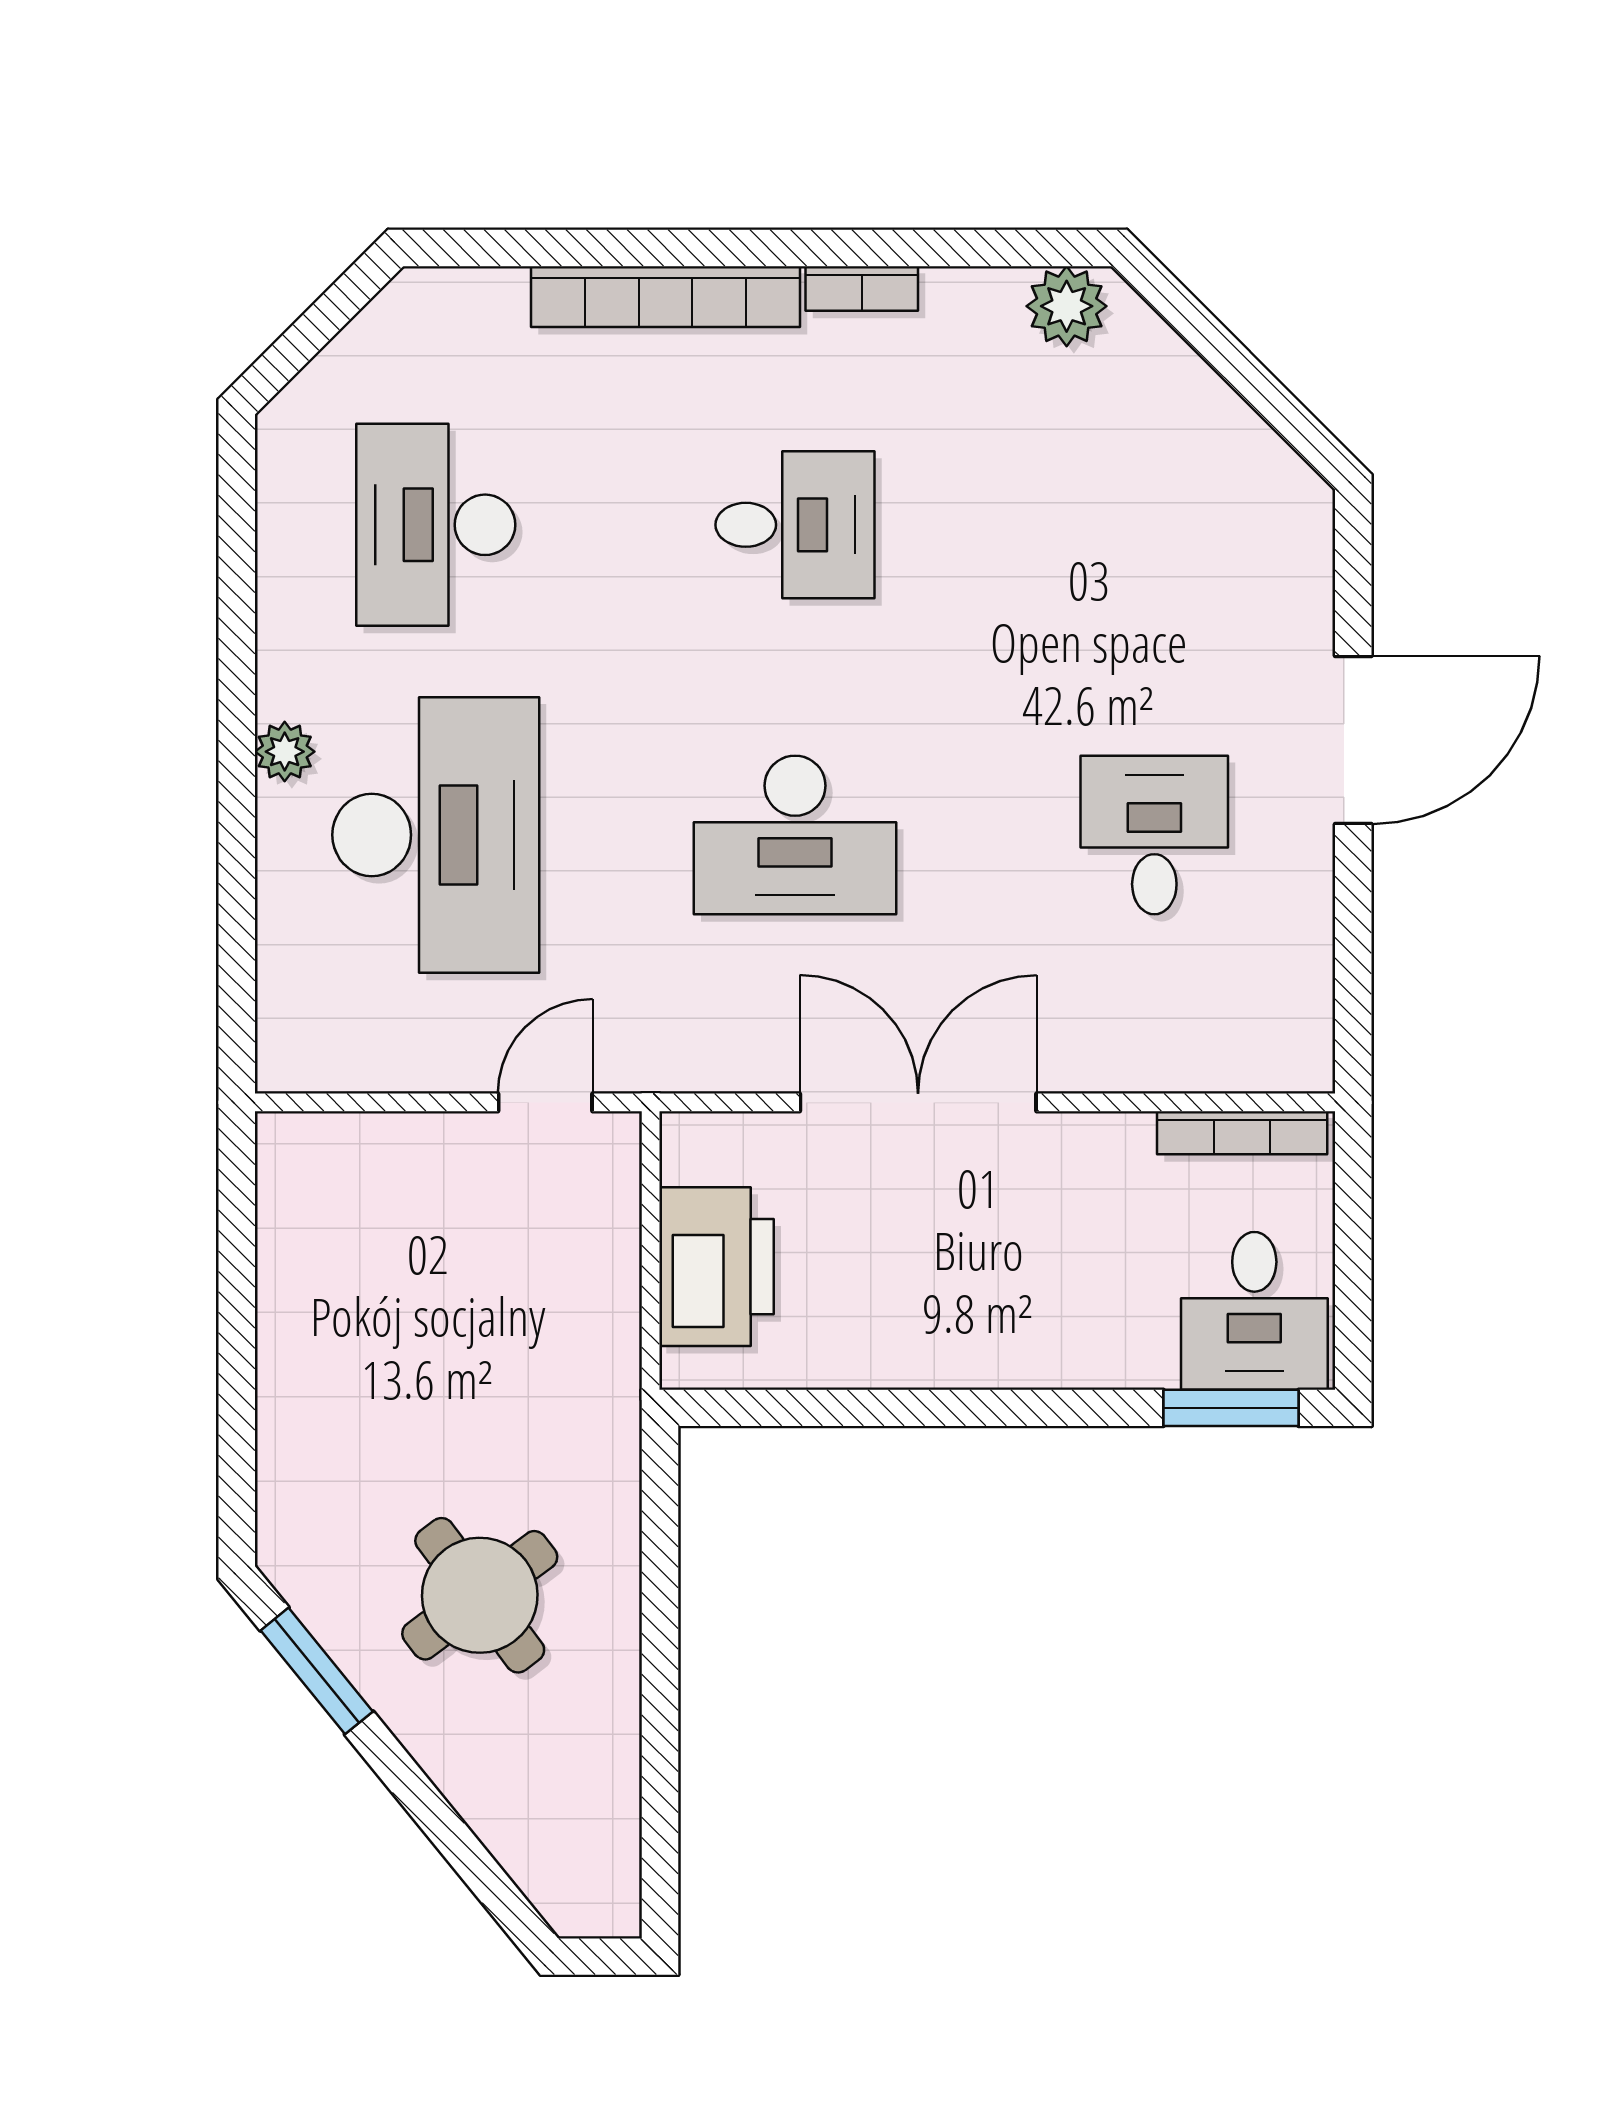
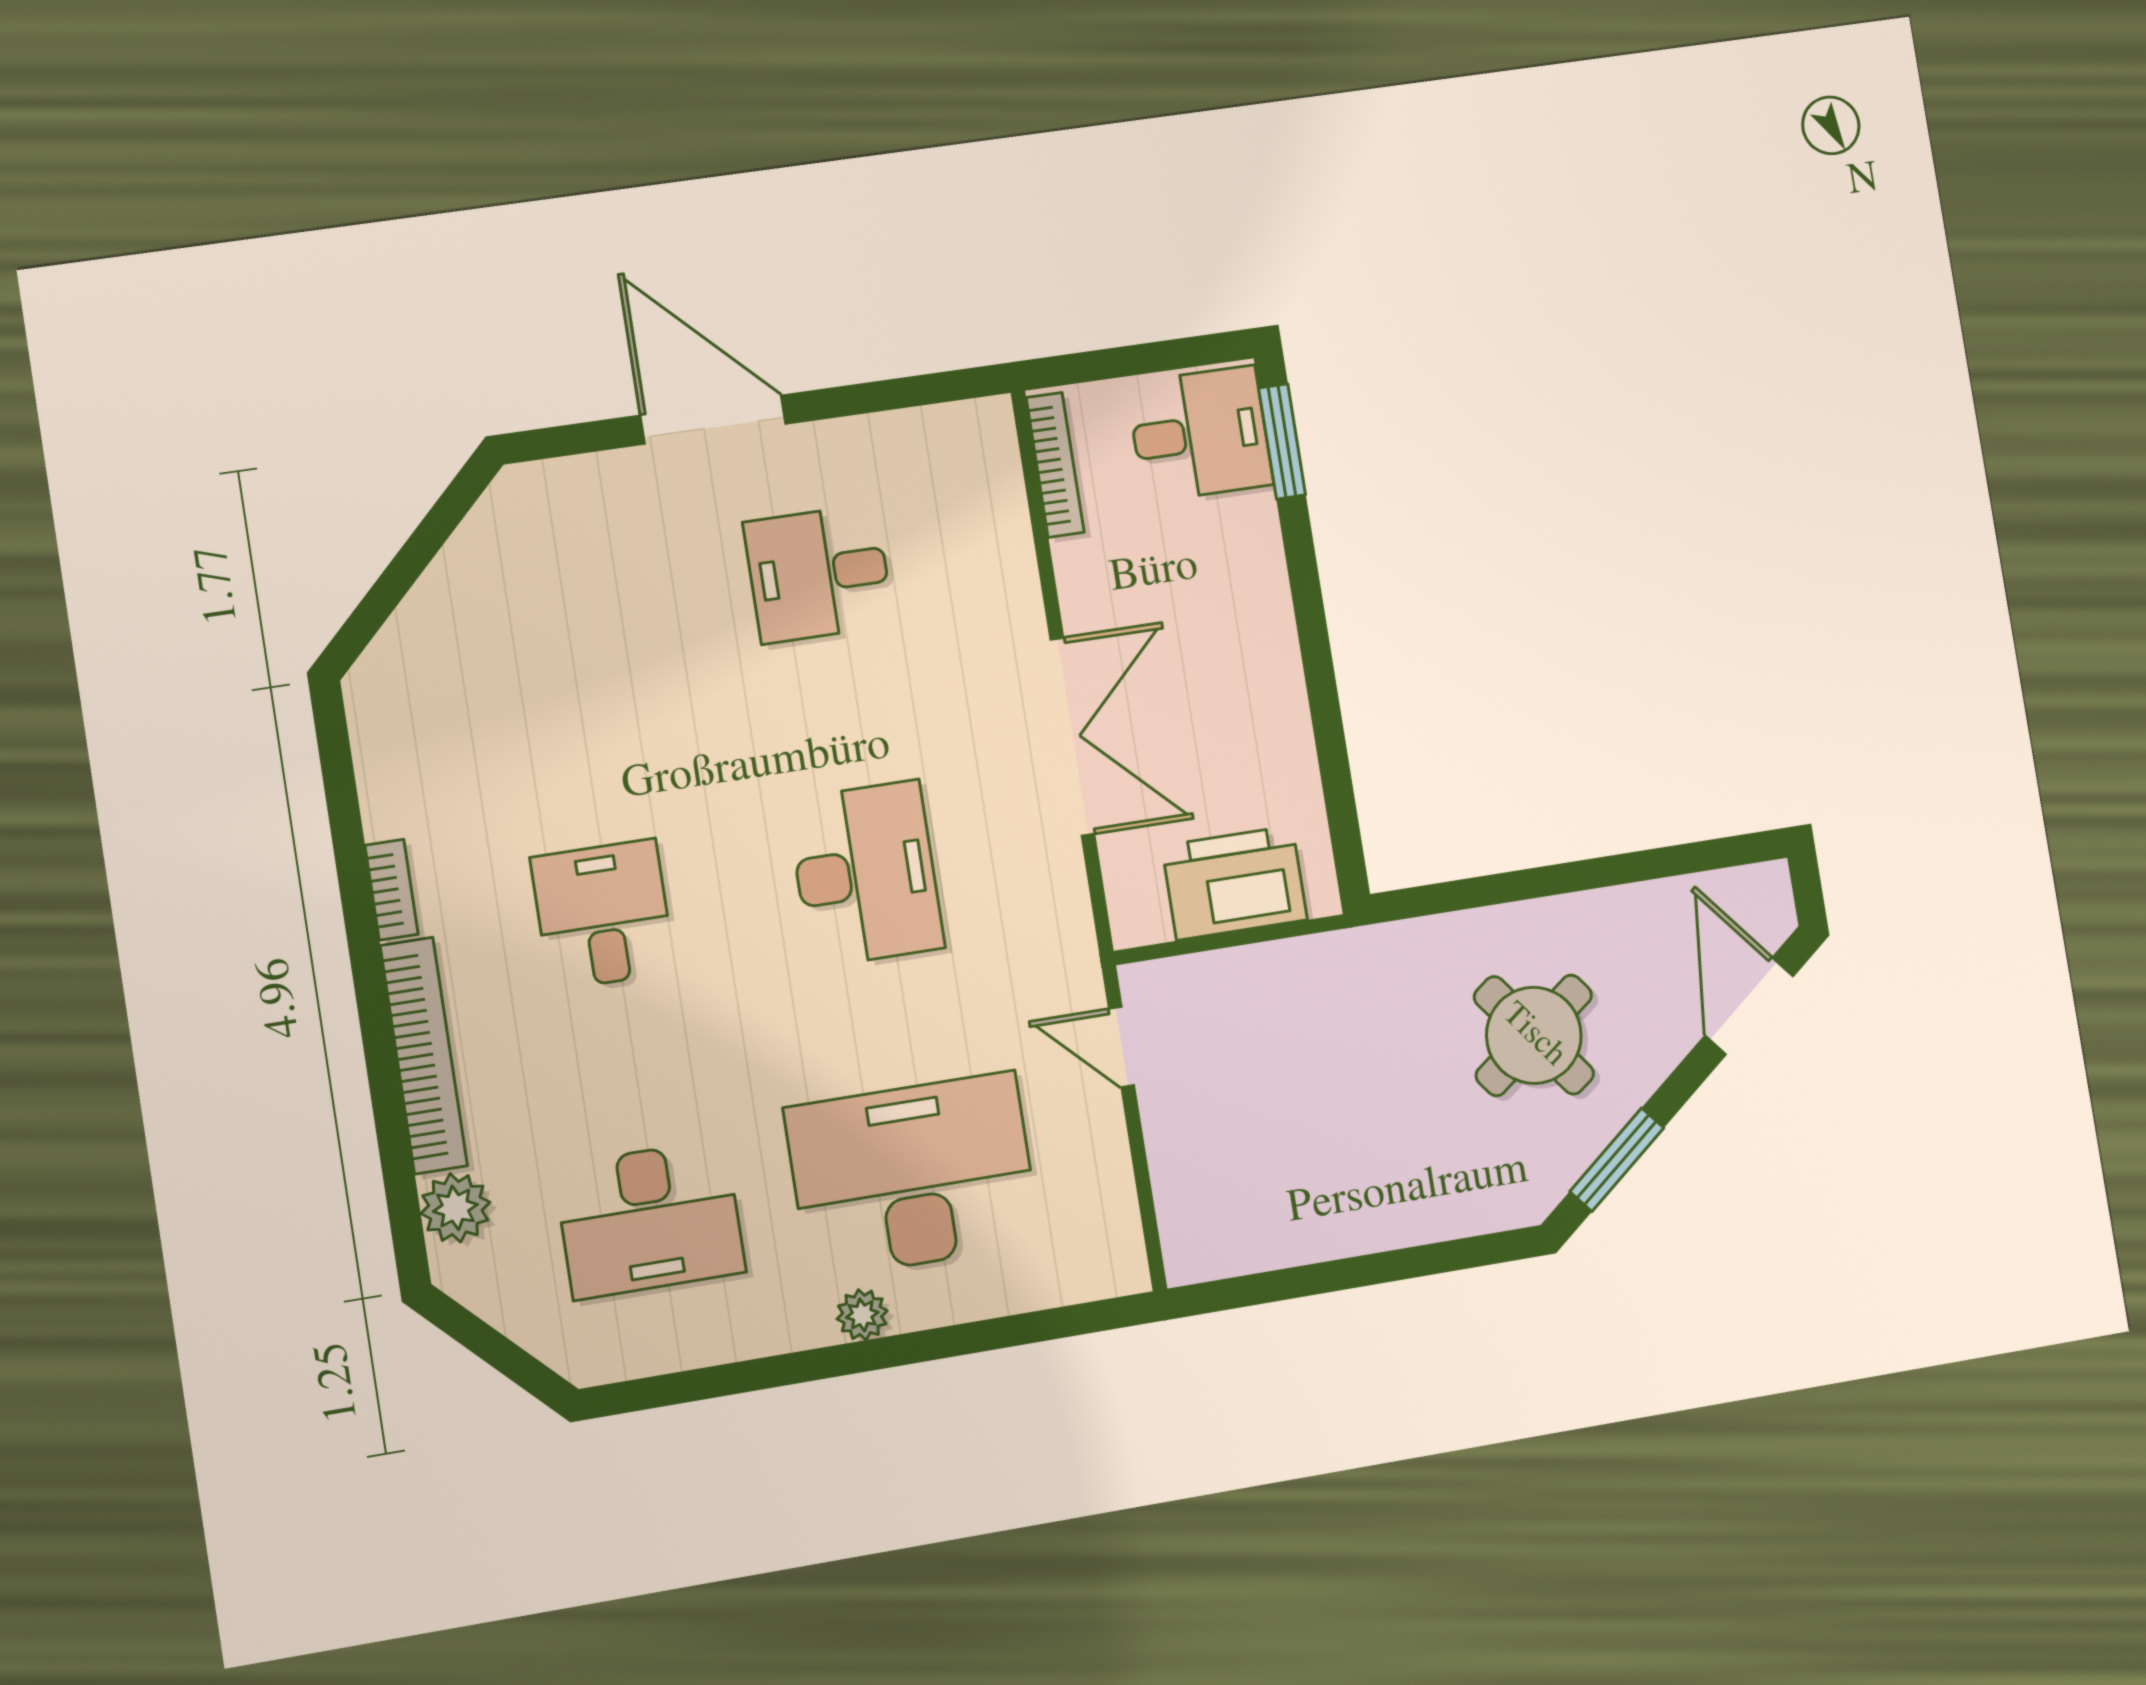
plant: (1067, 306) -> (455, 1208), moved
double door: (918, 1102) -> (1072, 737), swing flipped
door: (473, 1862) -> (1749, 1006), added

